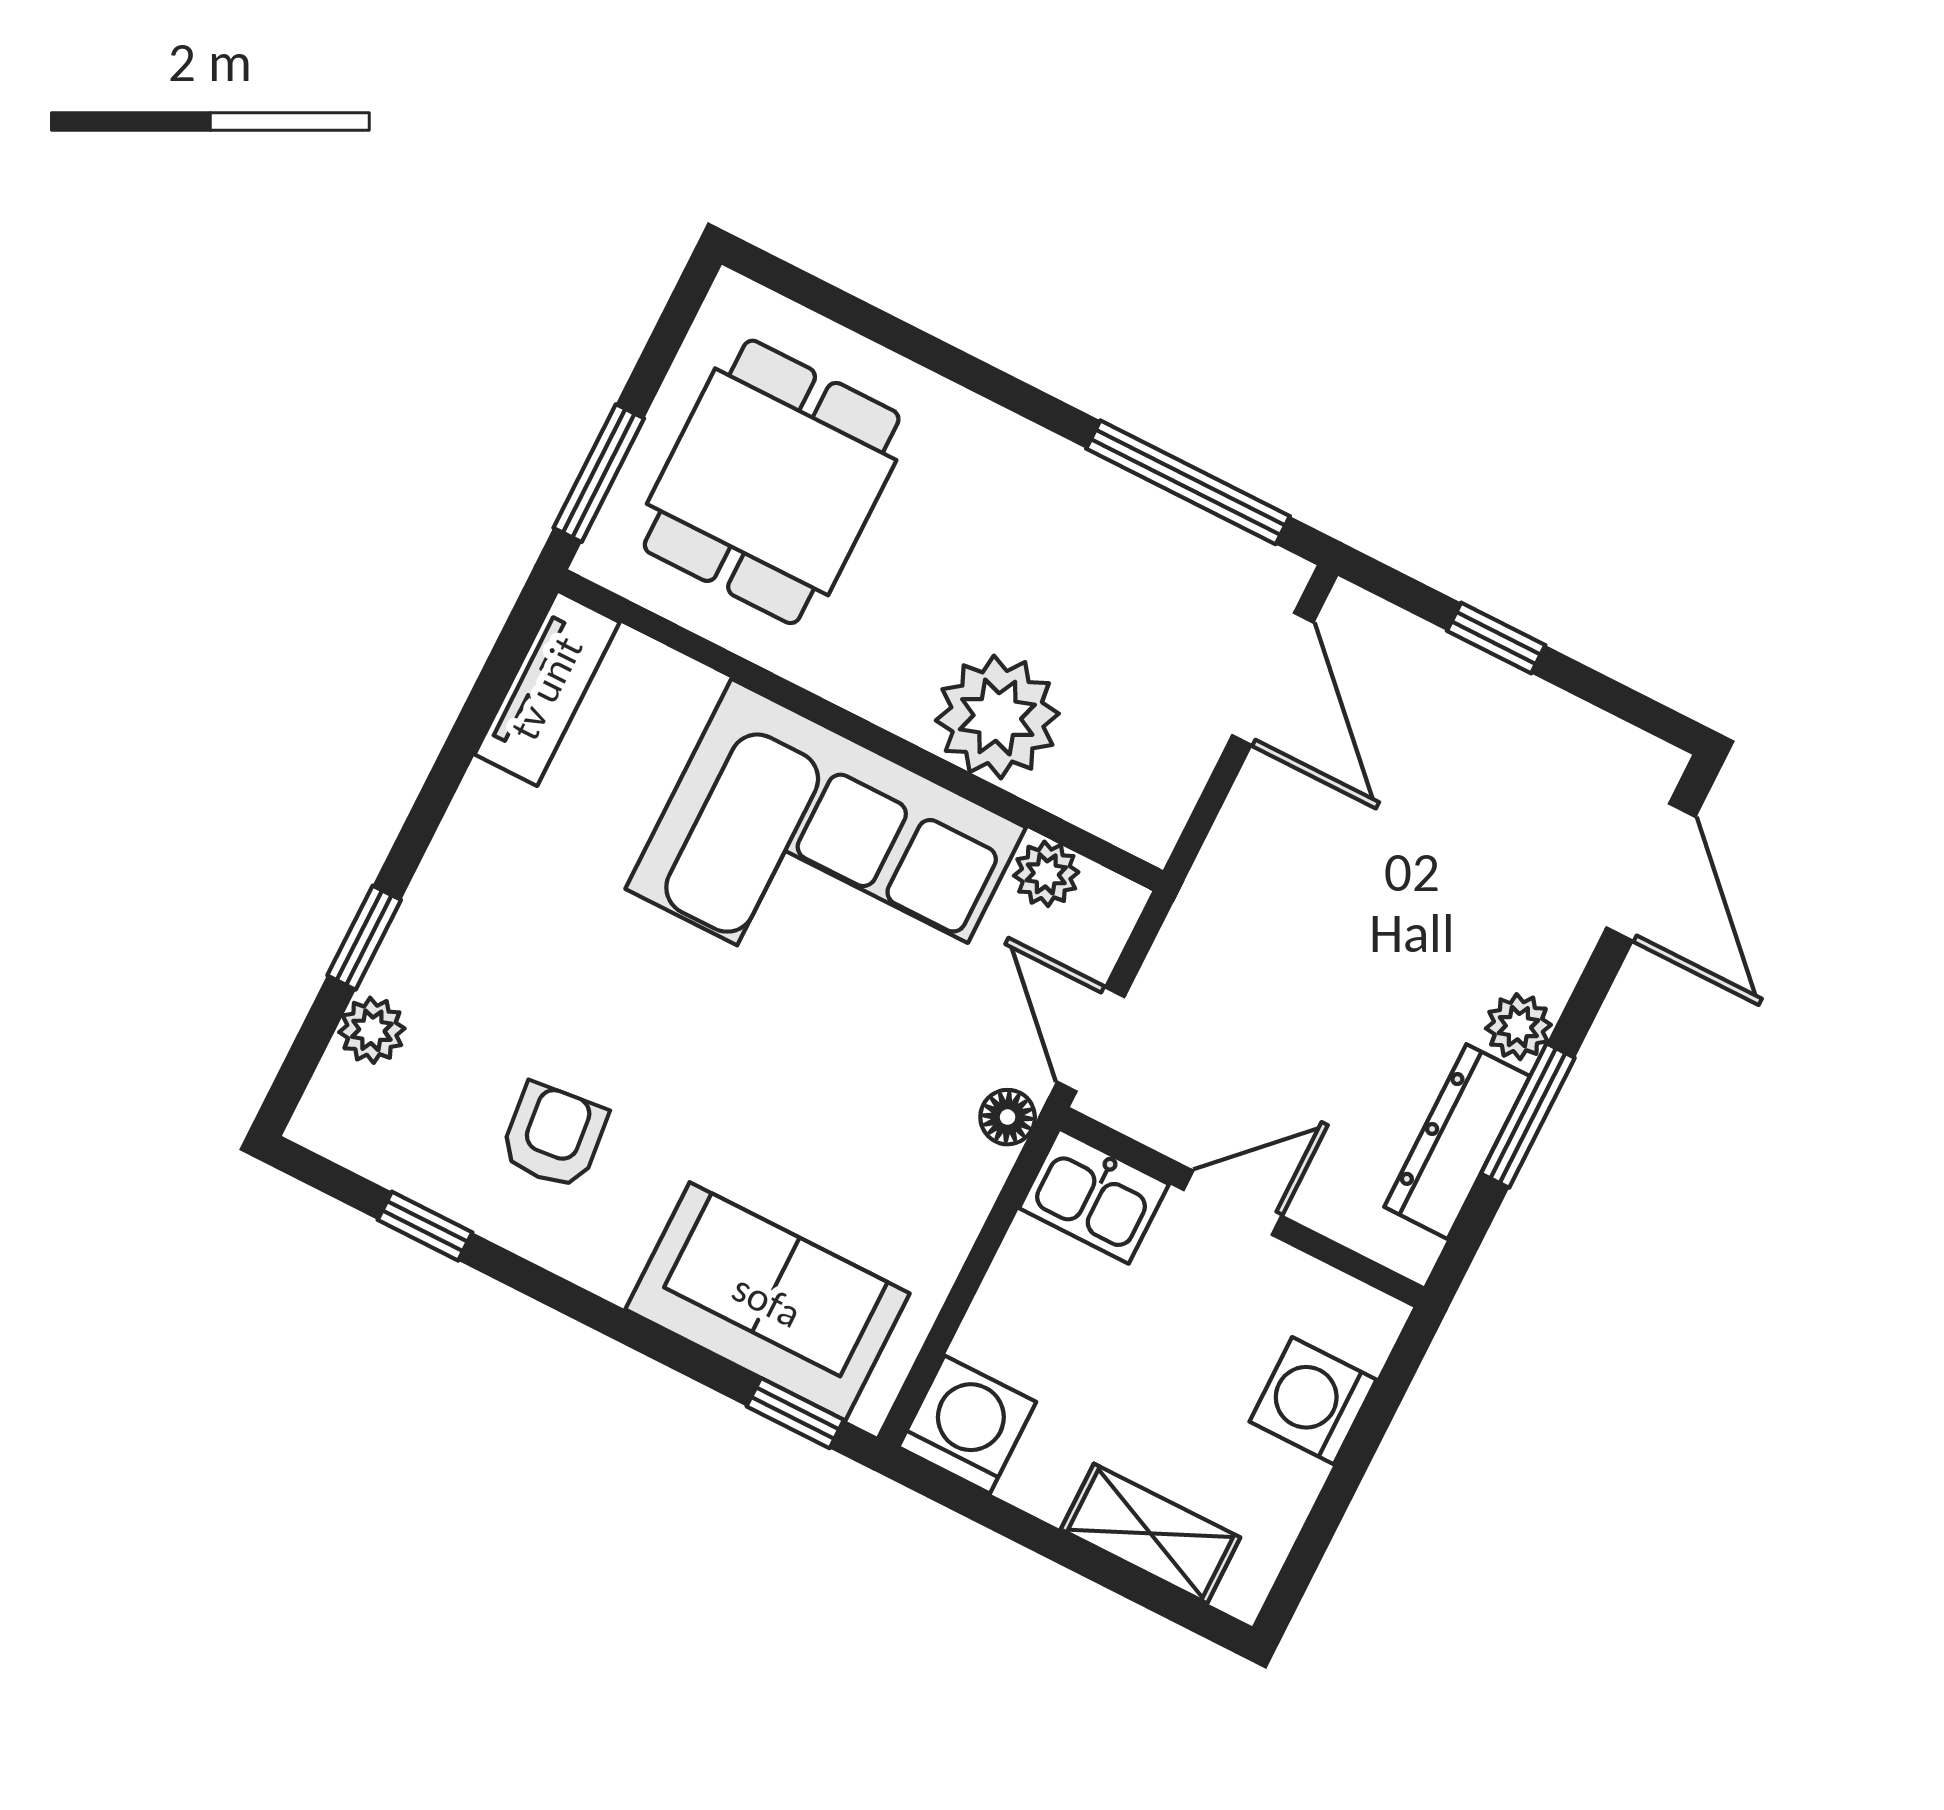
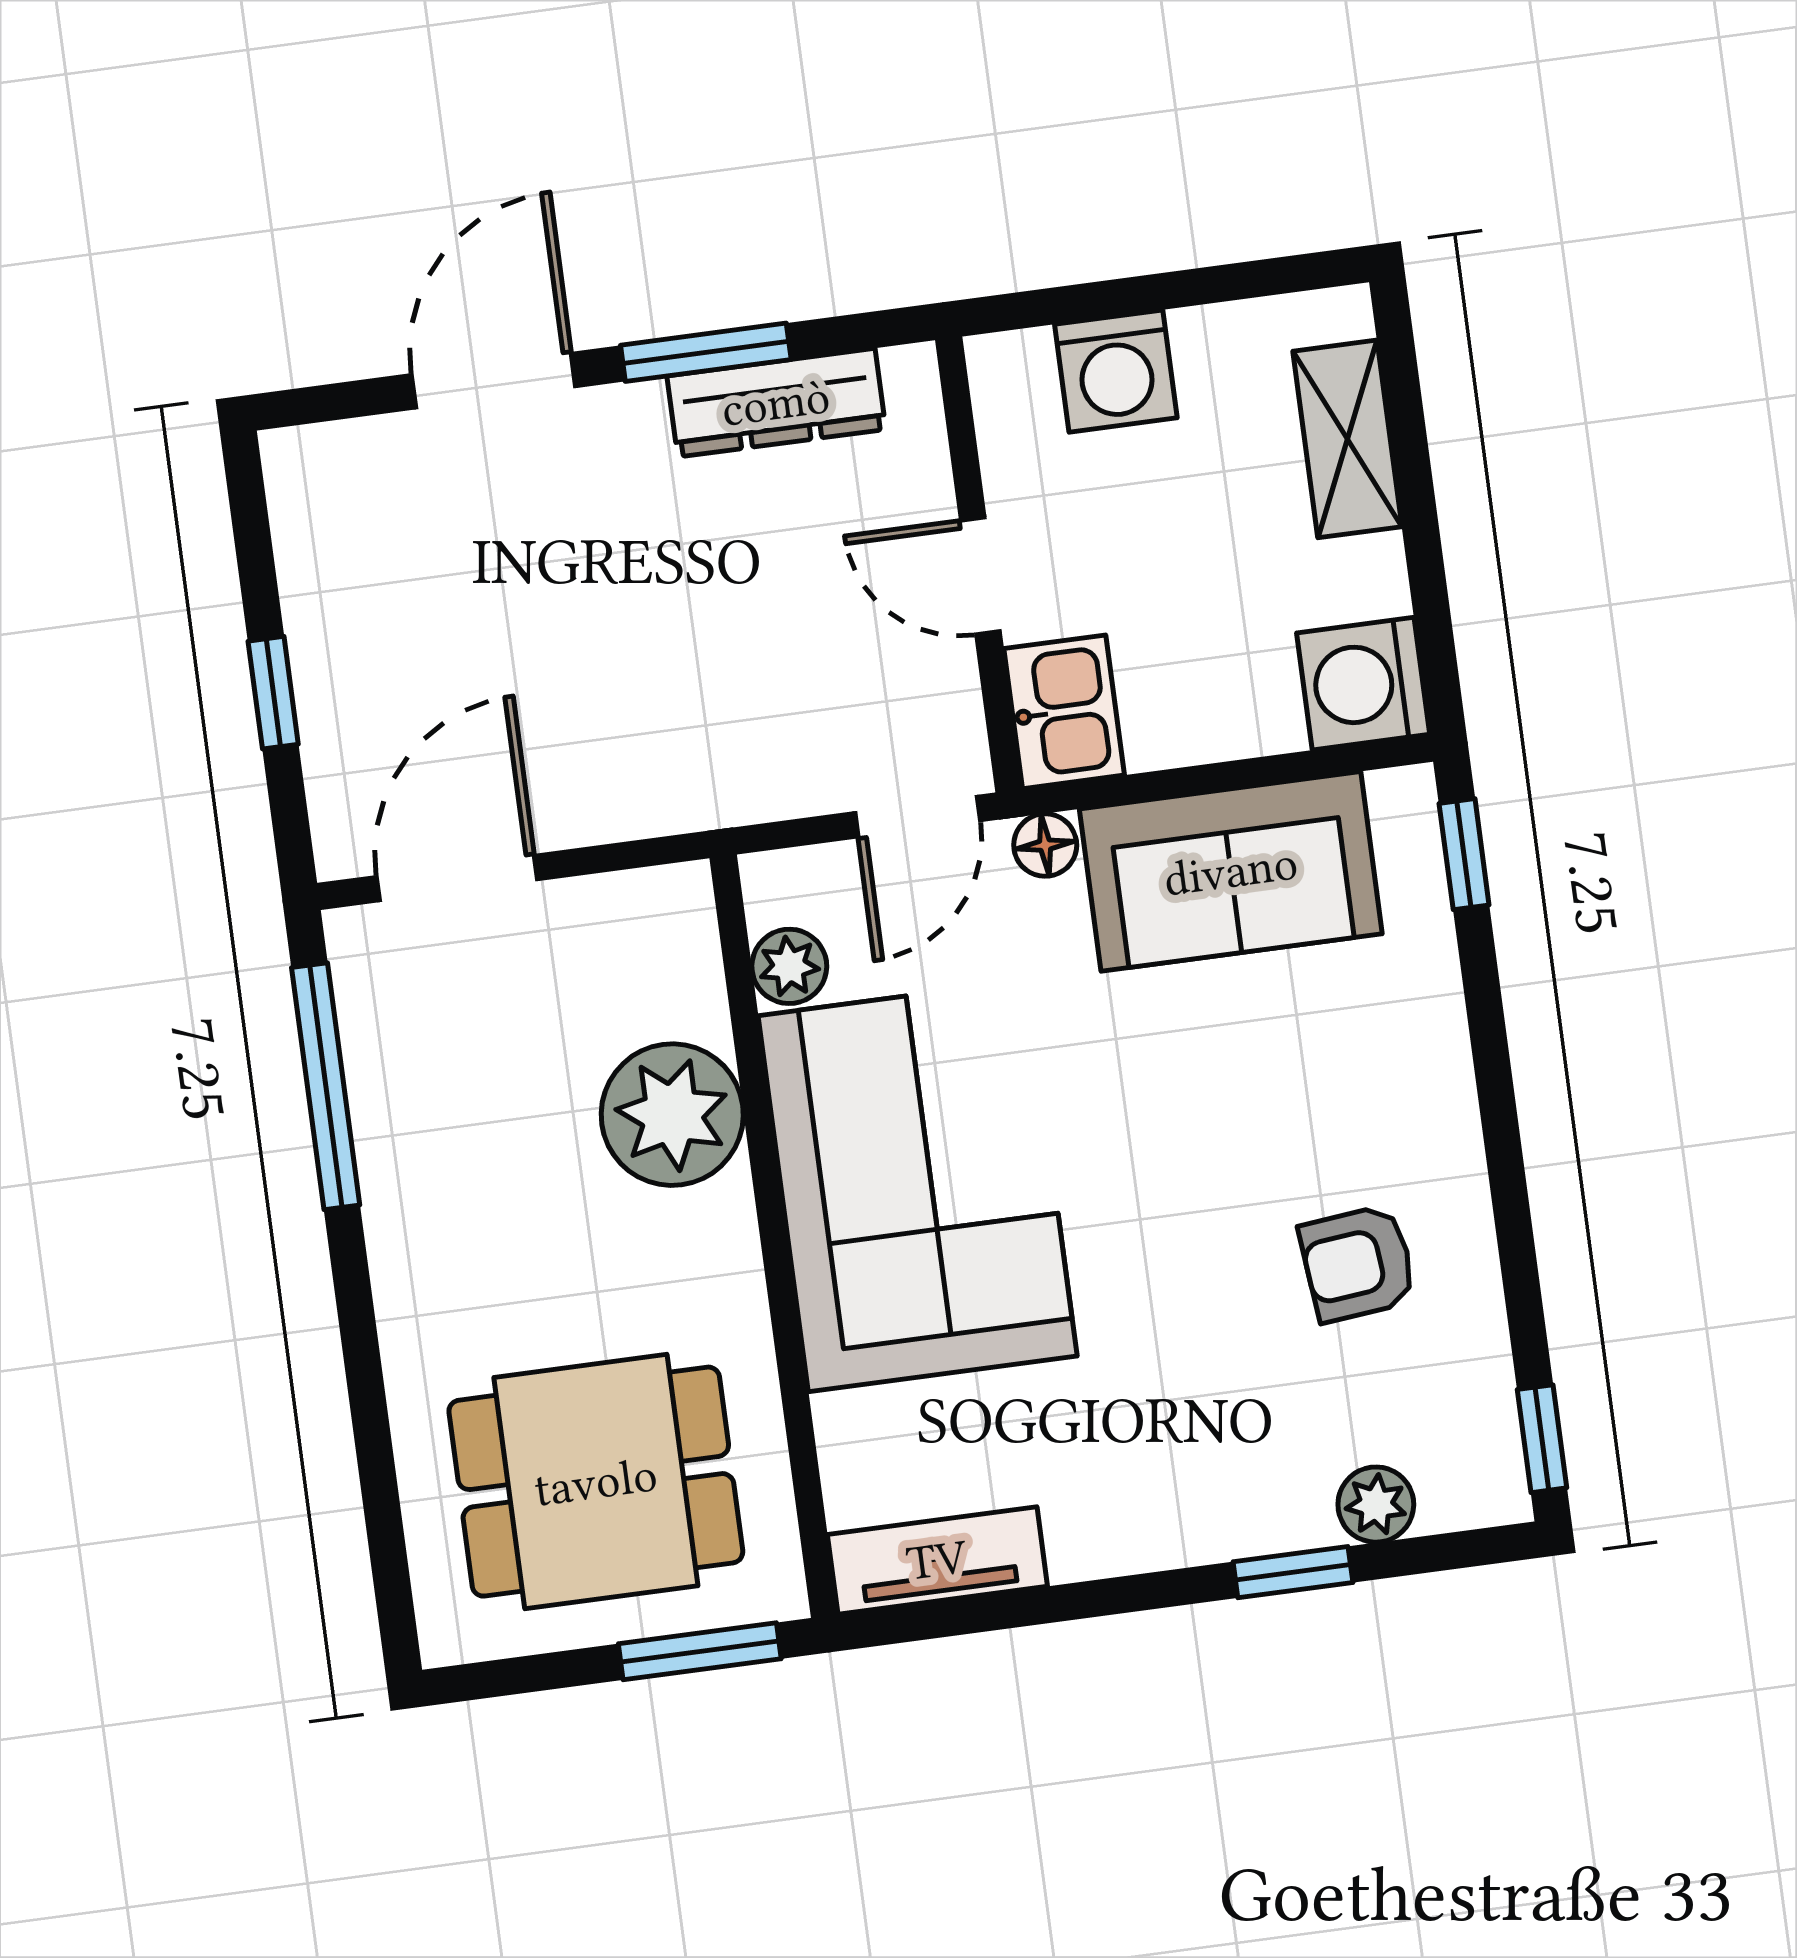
door: (1651, 872) -> (494, 381), moved
plant: (1518, 1027) -> (627, 419), removed
window: (425, 1226) -> (1542, 1439), moved
sofa: (767, 1301) -> (1231, 871), moved, turned -90

